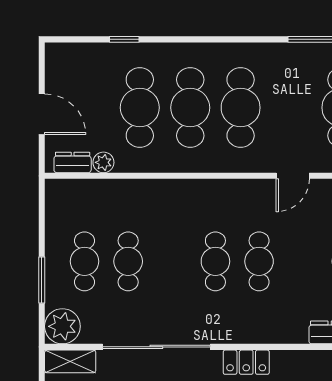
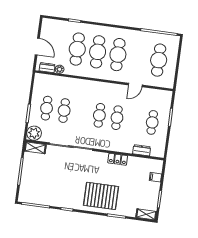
locker: (246, 362) -> (118, 159), moved

